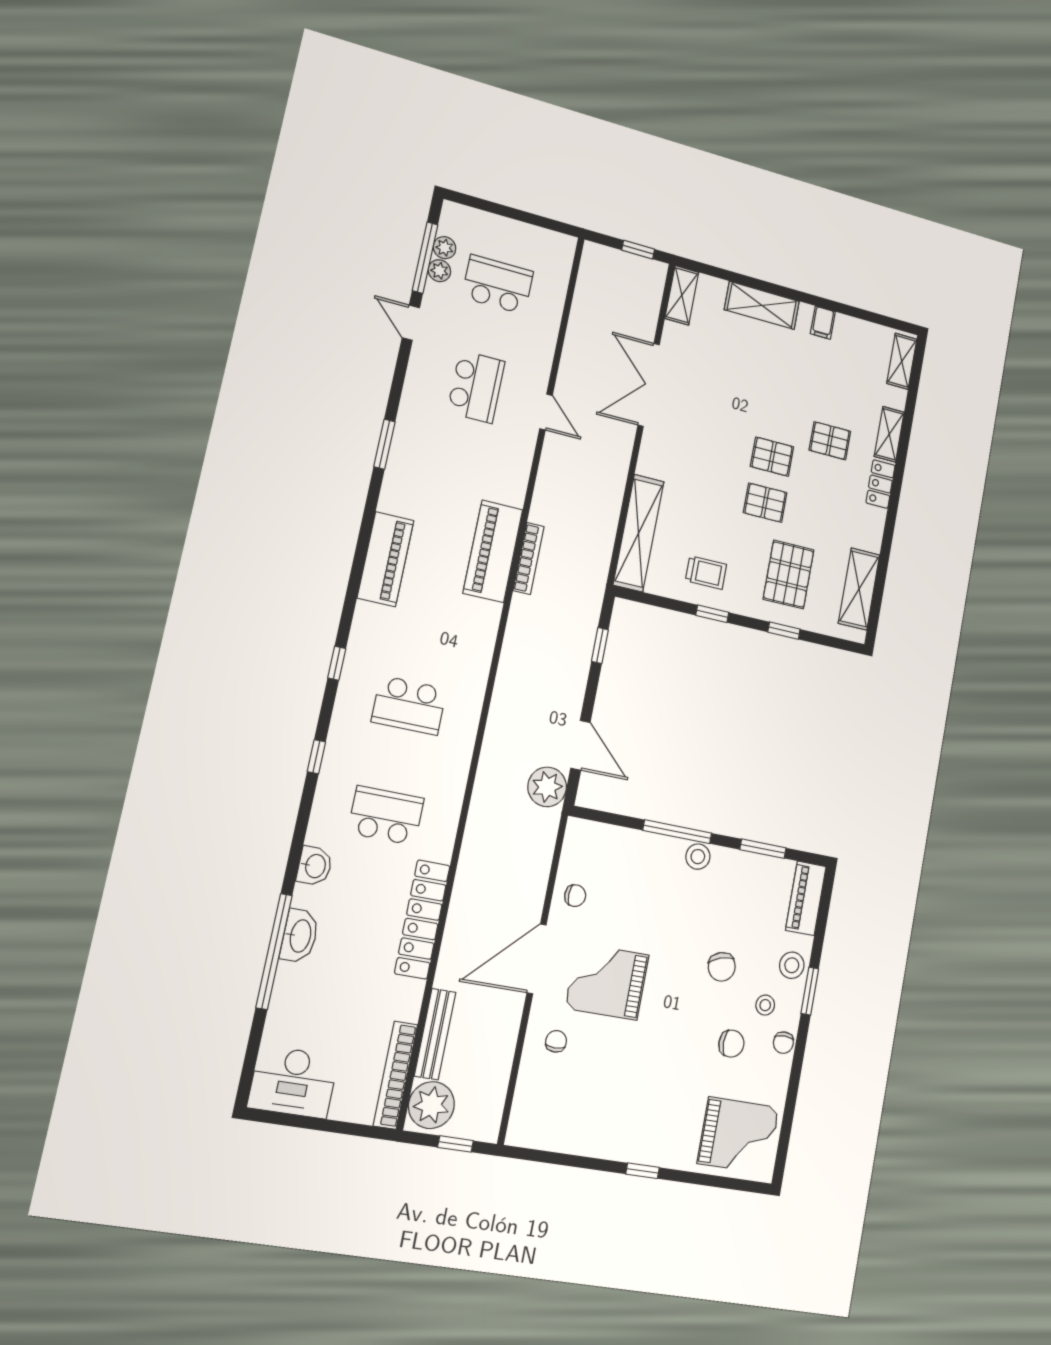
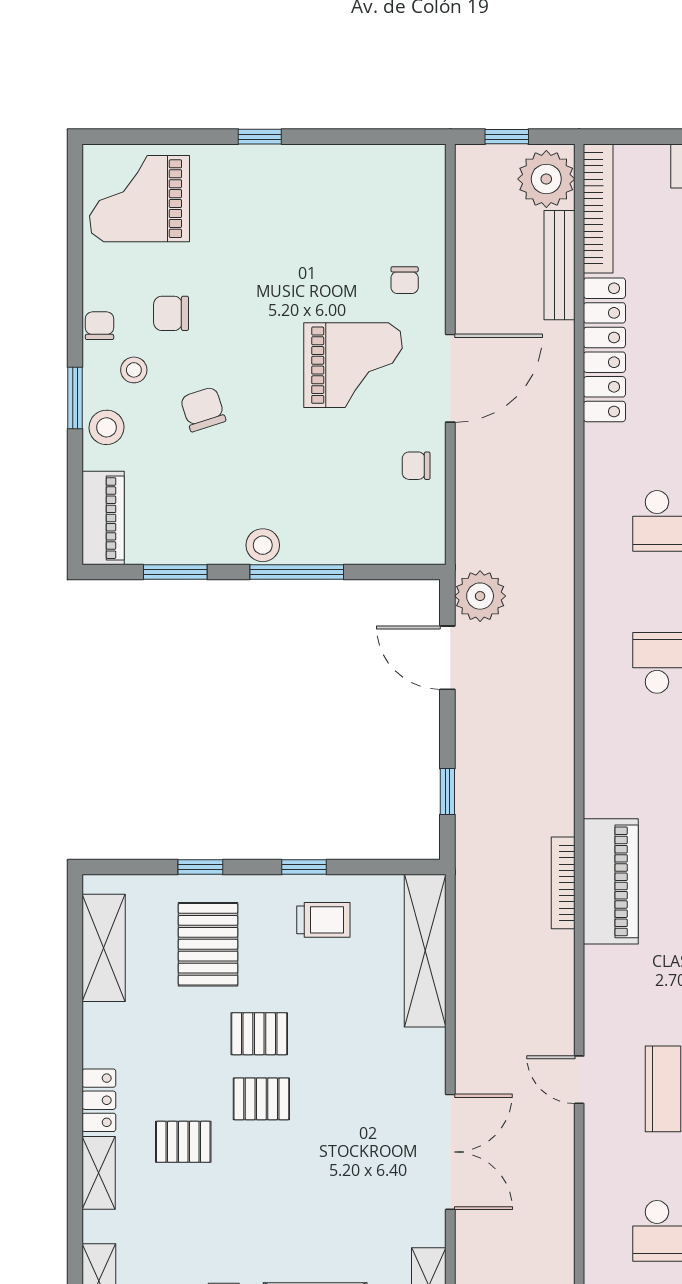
trolley: (706, 573) -> (323, 920), turned 180
locker: (422, 919) -> (604, 350), moved

